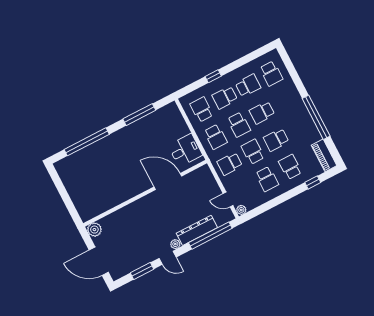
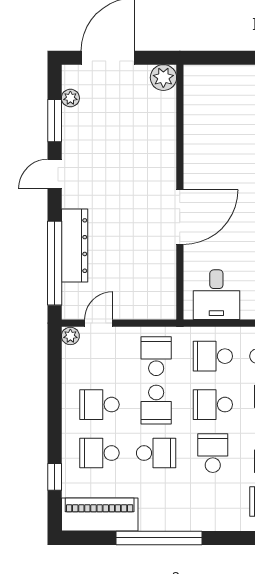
school desk: (276, 140) -> (156, 453), turned 90
school desk: (253, 152) -> (156, 405), turned 90
piano: (324, 155) -> (100, 515), width x1.37, depth x1.33
school desk: (290, 167) -> (99, 453), turned 180
door: (168, 181) -> (180, 217), moved
plant: (175, 244) -> (70, 98), moved

